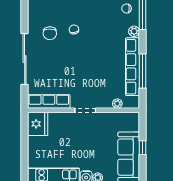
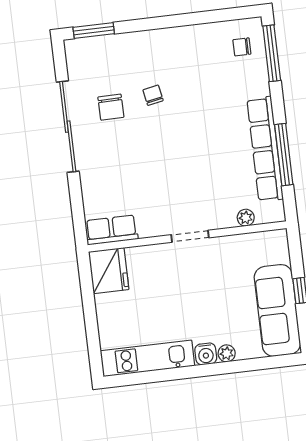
plant: (134, 31) -> (260, 86), removed
sliding door: (25, 59) -> (68, 127), moved
row of seats: (49, 101) -> (111, 230), width x0.68

